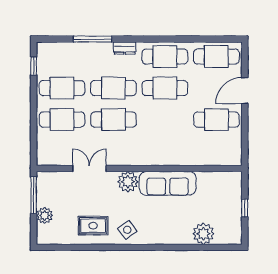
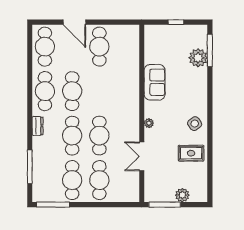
window: (92, 39) -> (30, 167), moved
window: (34, 66) -> (53, 205), width x2.17
plant: (128, 182) -> (149, 123), width x0.53, depth x0.53
sofa: (168, 183) -> (155, 82), width x0.73
rug: (93, 226) -> (191, 153), turned 90
window: (212, 247) -> (210, 50), added

